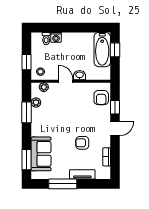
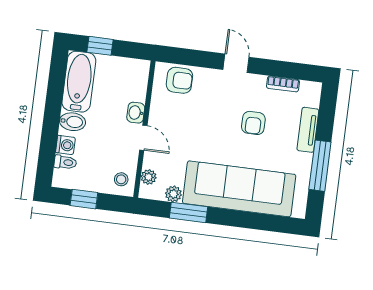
bidet: (70, 40) -> (73, 122), added
bathtub: (102, 50) -> (79, 82), moved, turned -90
window: (27, 62) -> (84, 199), moved
door: (66, 81) -> (143, 138), swing flipped
window: (115, 107) -> (199, 59), removed
sofa: (41, 154) -> (239, 189), width x1.85, depth x1.27
window: (27, 160) -> (270, 223), removed

